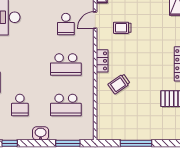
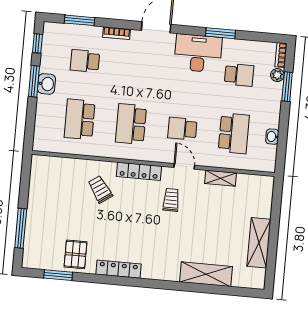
locker: (102, 61) -> (139, 171), width x1.53
window: (68, 143) -> (34, 81), moved
window: (136, 143) -> (21, 228), moved

